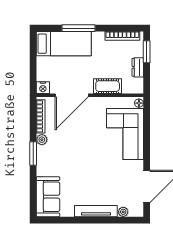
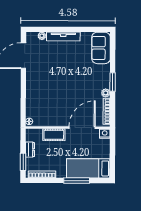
corner sofa: (125, 134) -> (40, 97), removed

